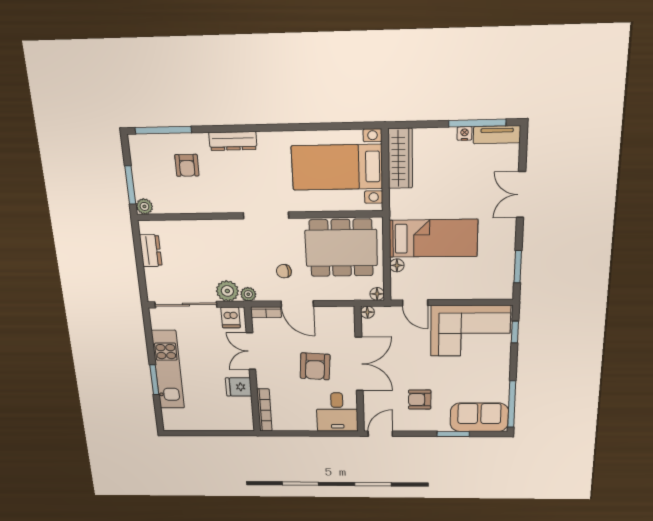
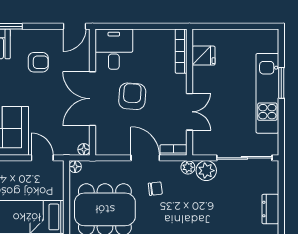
floor lamp: (397, 265) -> (58, 193), removed
dishwasher: (231, 317) -> (205, 145), removed
fridge: (239, 387) -> (203, 56), moved

